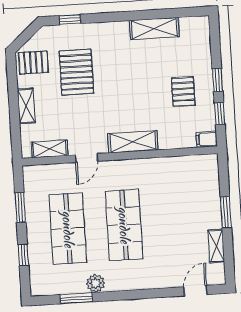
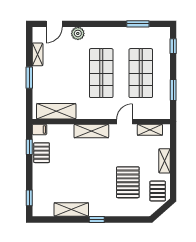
window: (70, 20) -> (97, 219), moved
pallet: (33, 62) -> (158, 191), turned 90
window: (218, 80) -> (29, 198), moved
pallet: (183, 92) -> (42, 153), moved
shelving: (185, 167) -> (56, 111), added
window: (23, 255) -> (173, 46), moved
plant: (95, 283) -> (78, 33), moved

